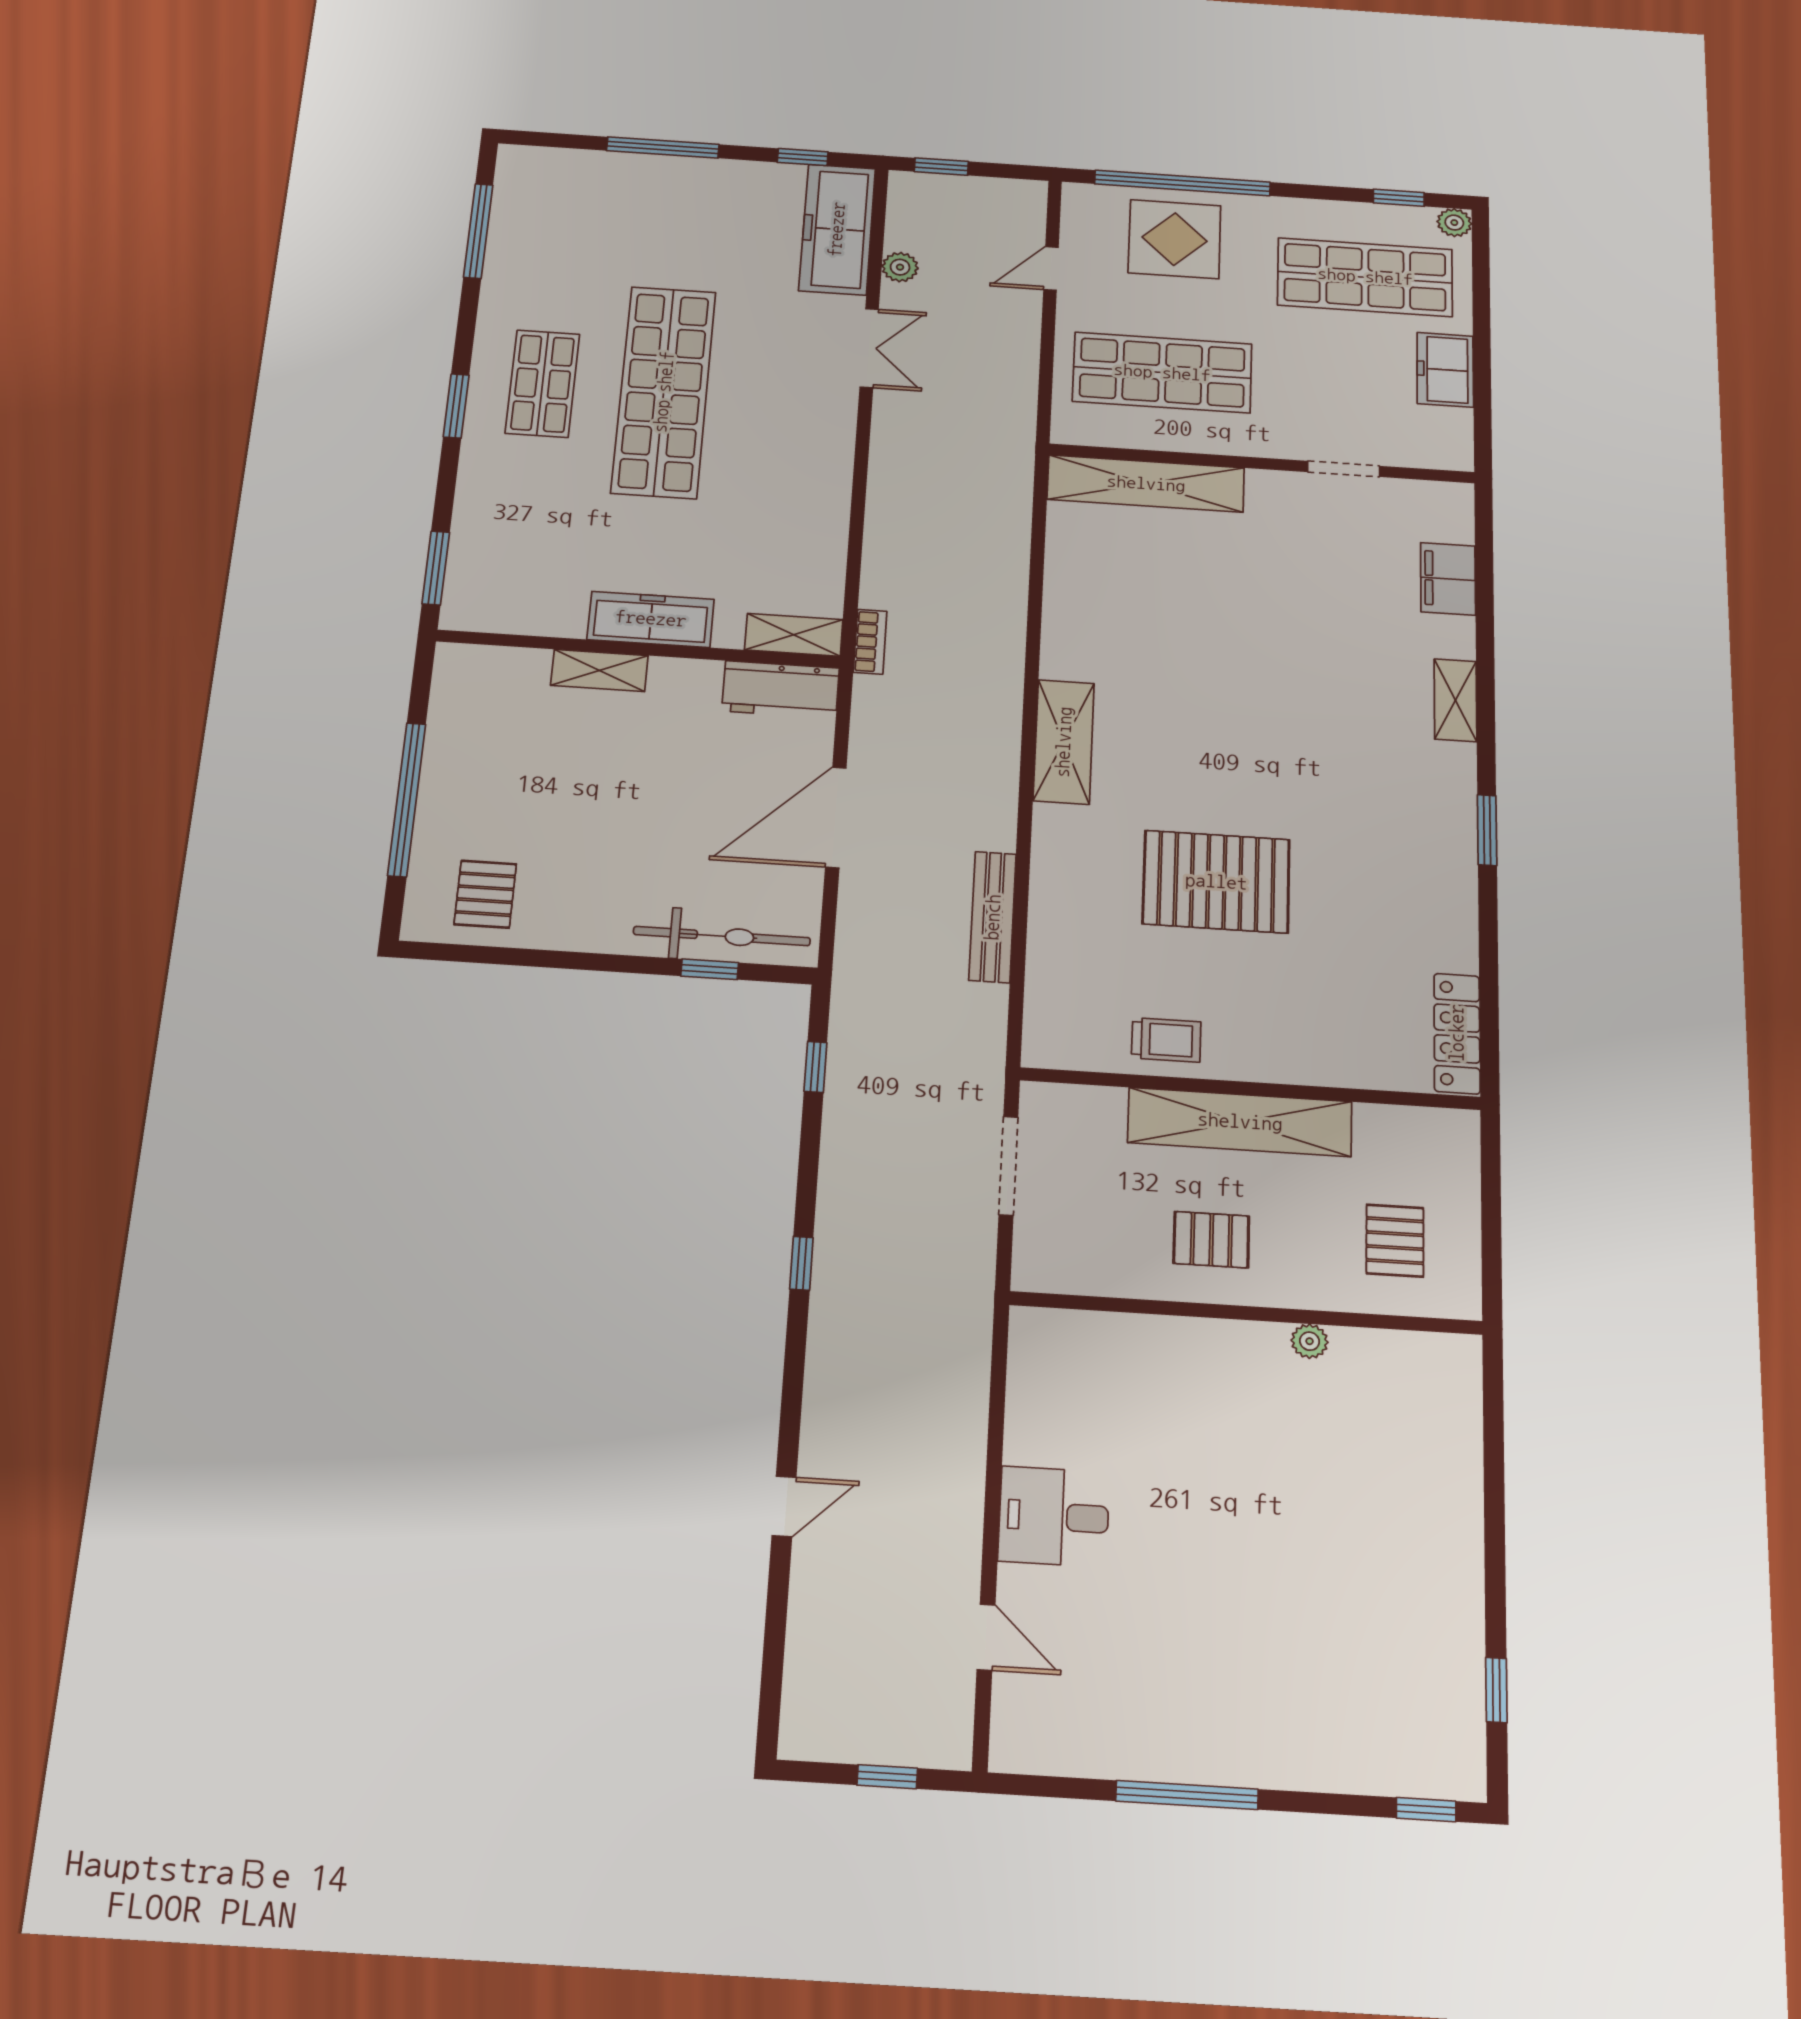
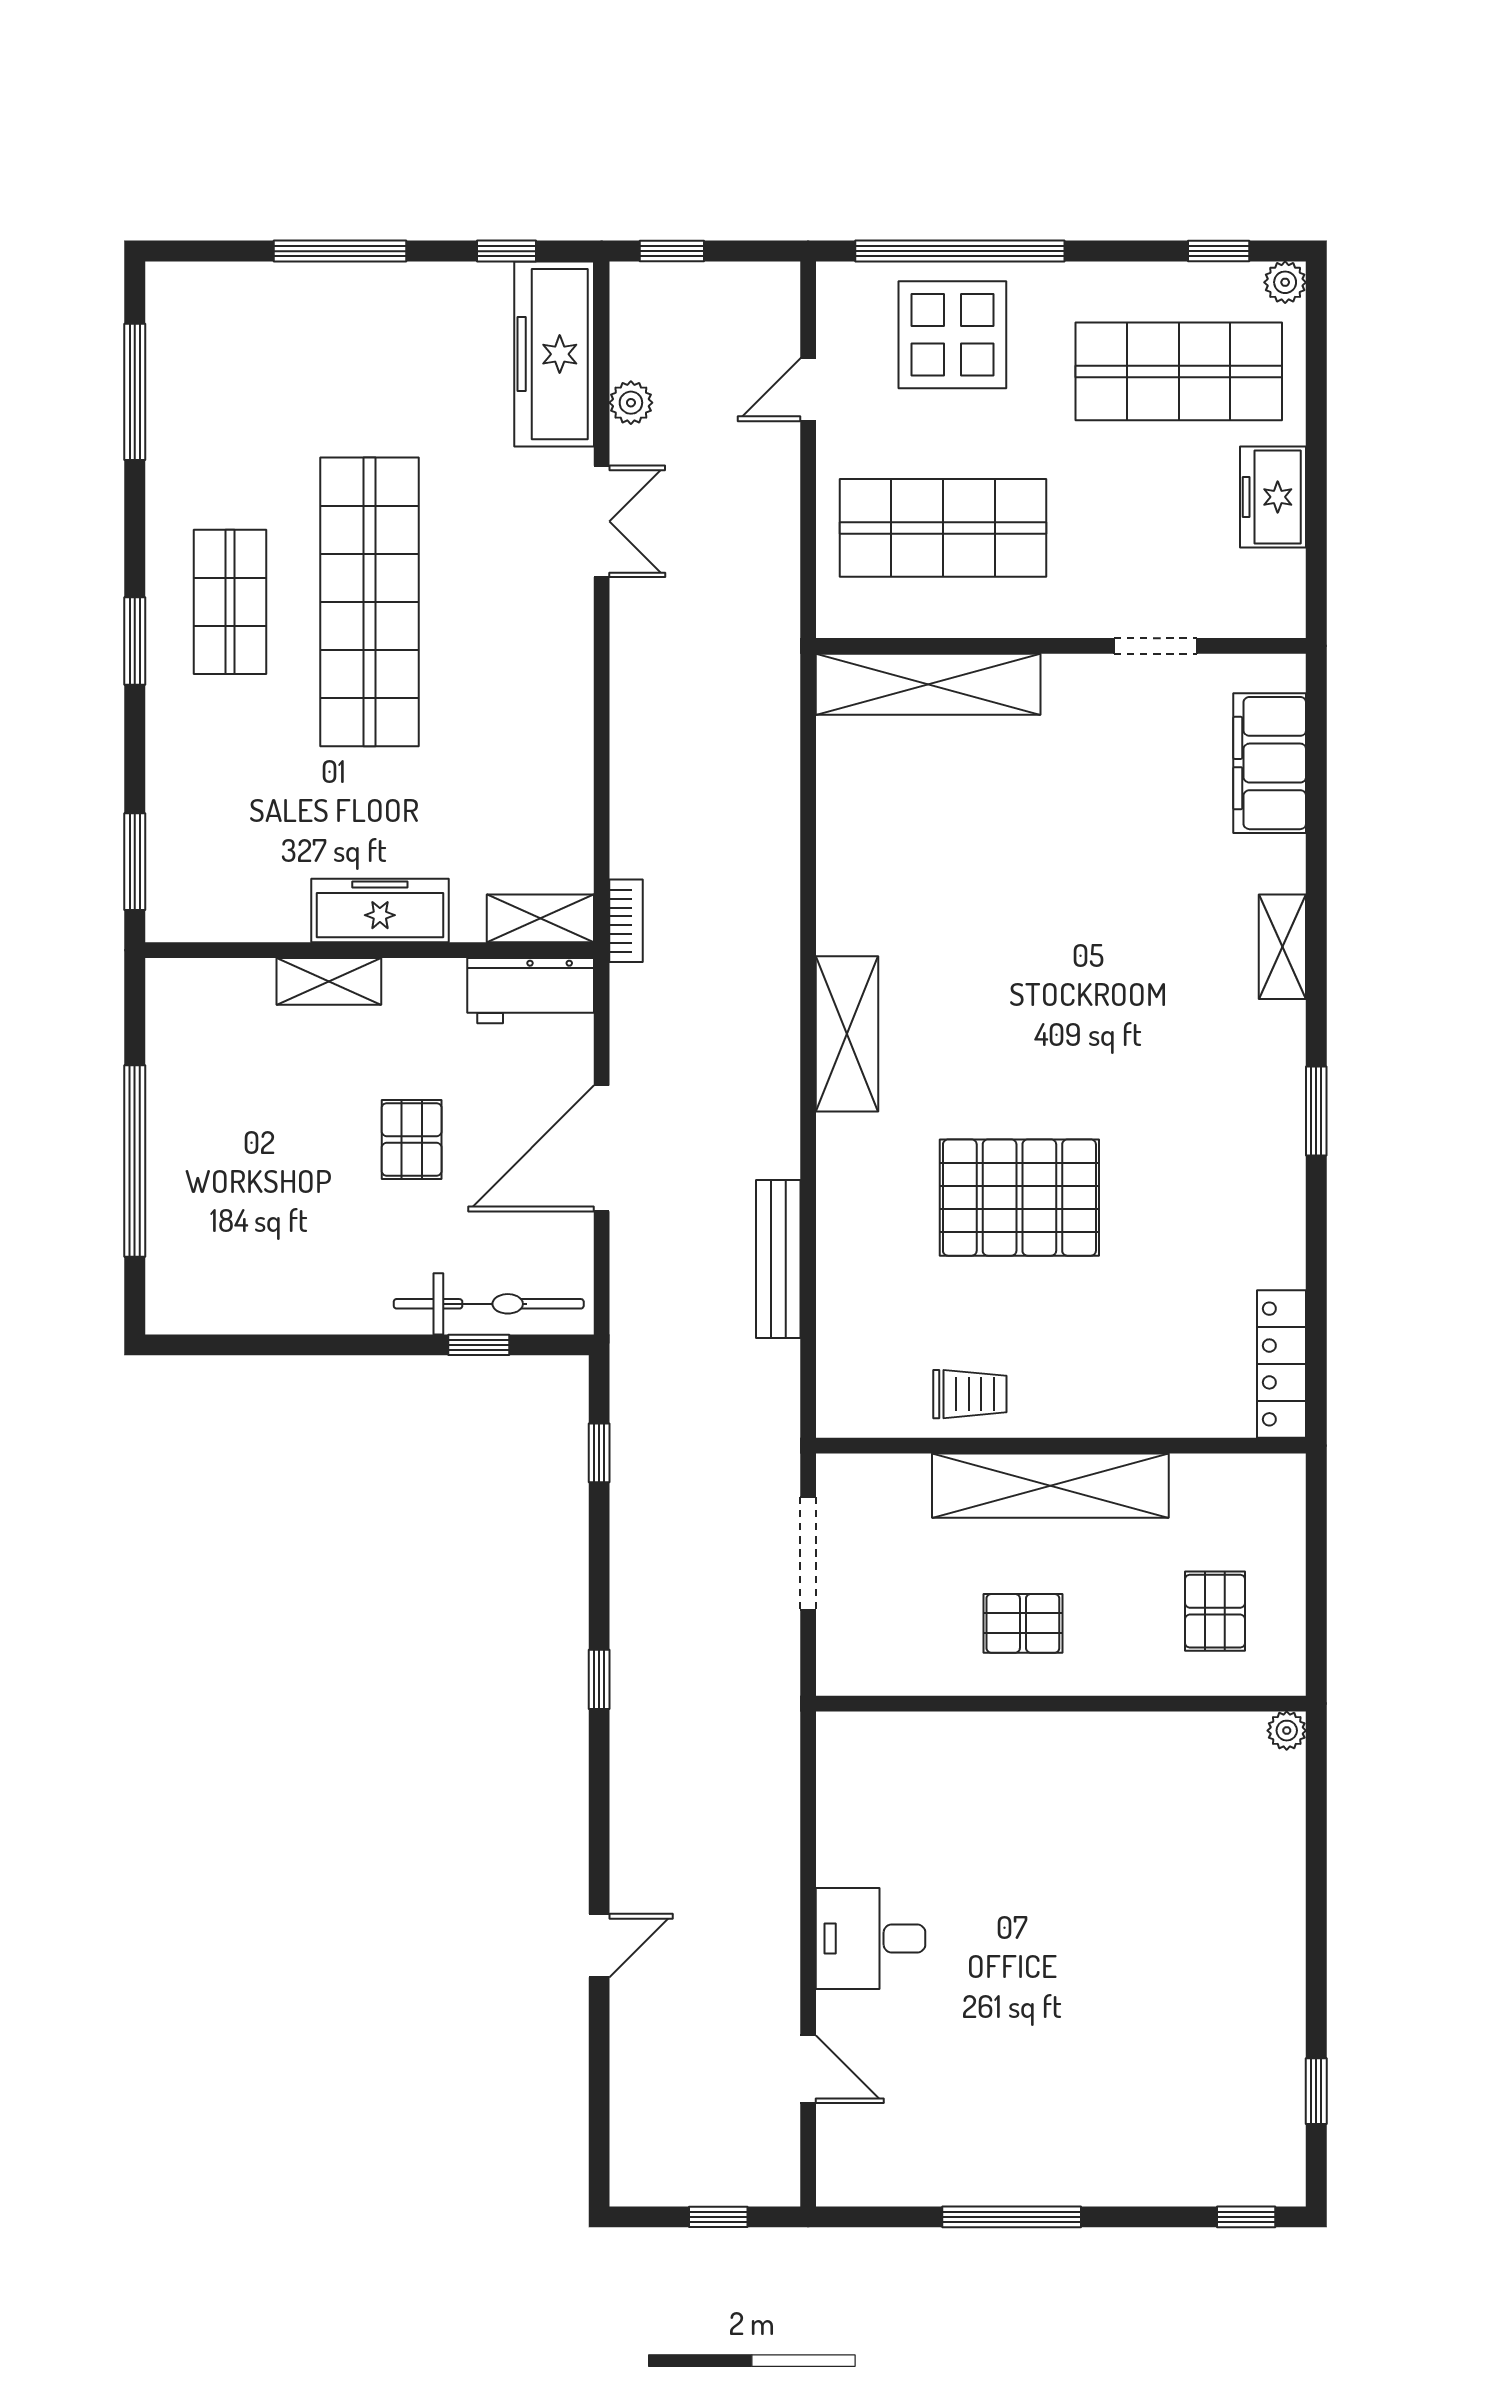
filing cabinet: (1448, 579) -> (1270, 763), width x1.50, depth x1.17
pallet: (485, 894) -> (412, 1139), moved
plant: (1310, 1341) -> (1287, 1731), moved

